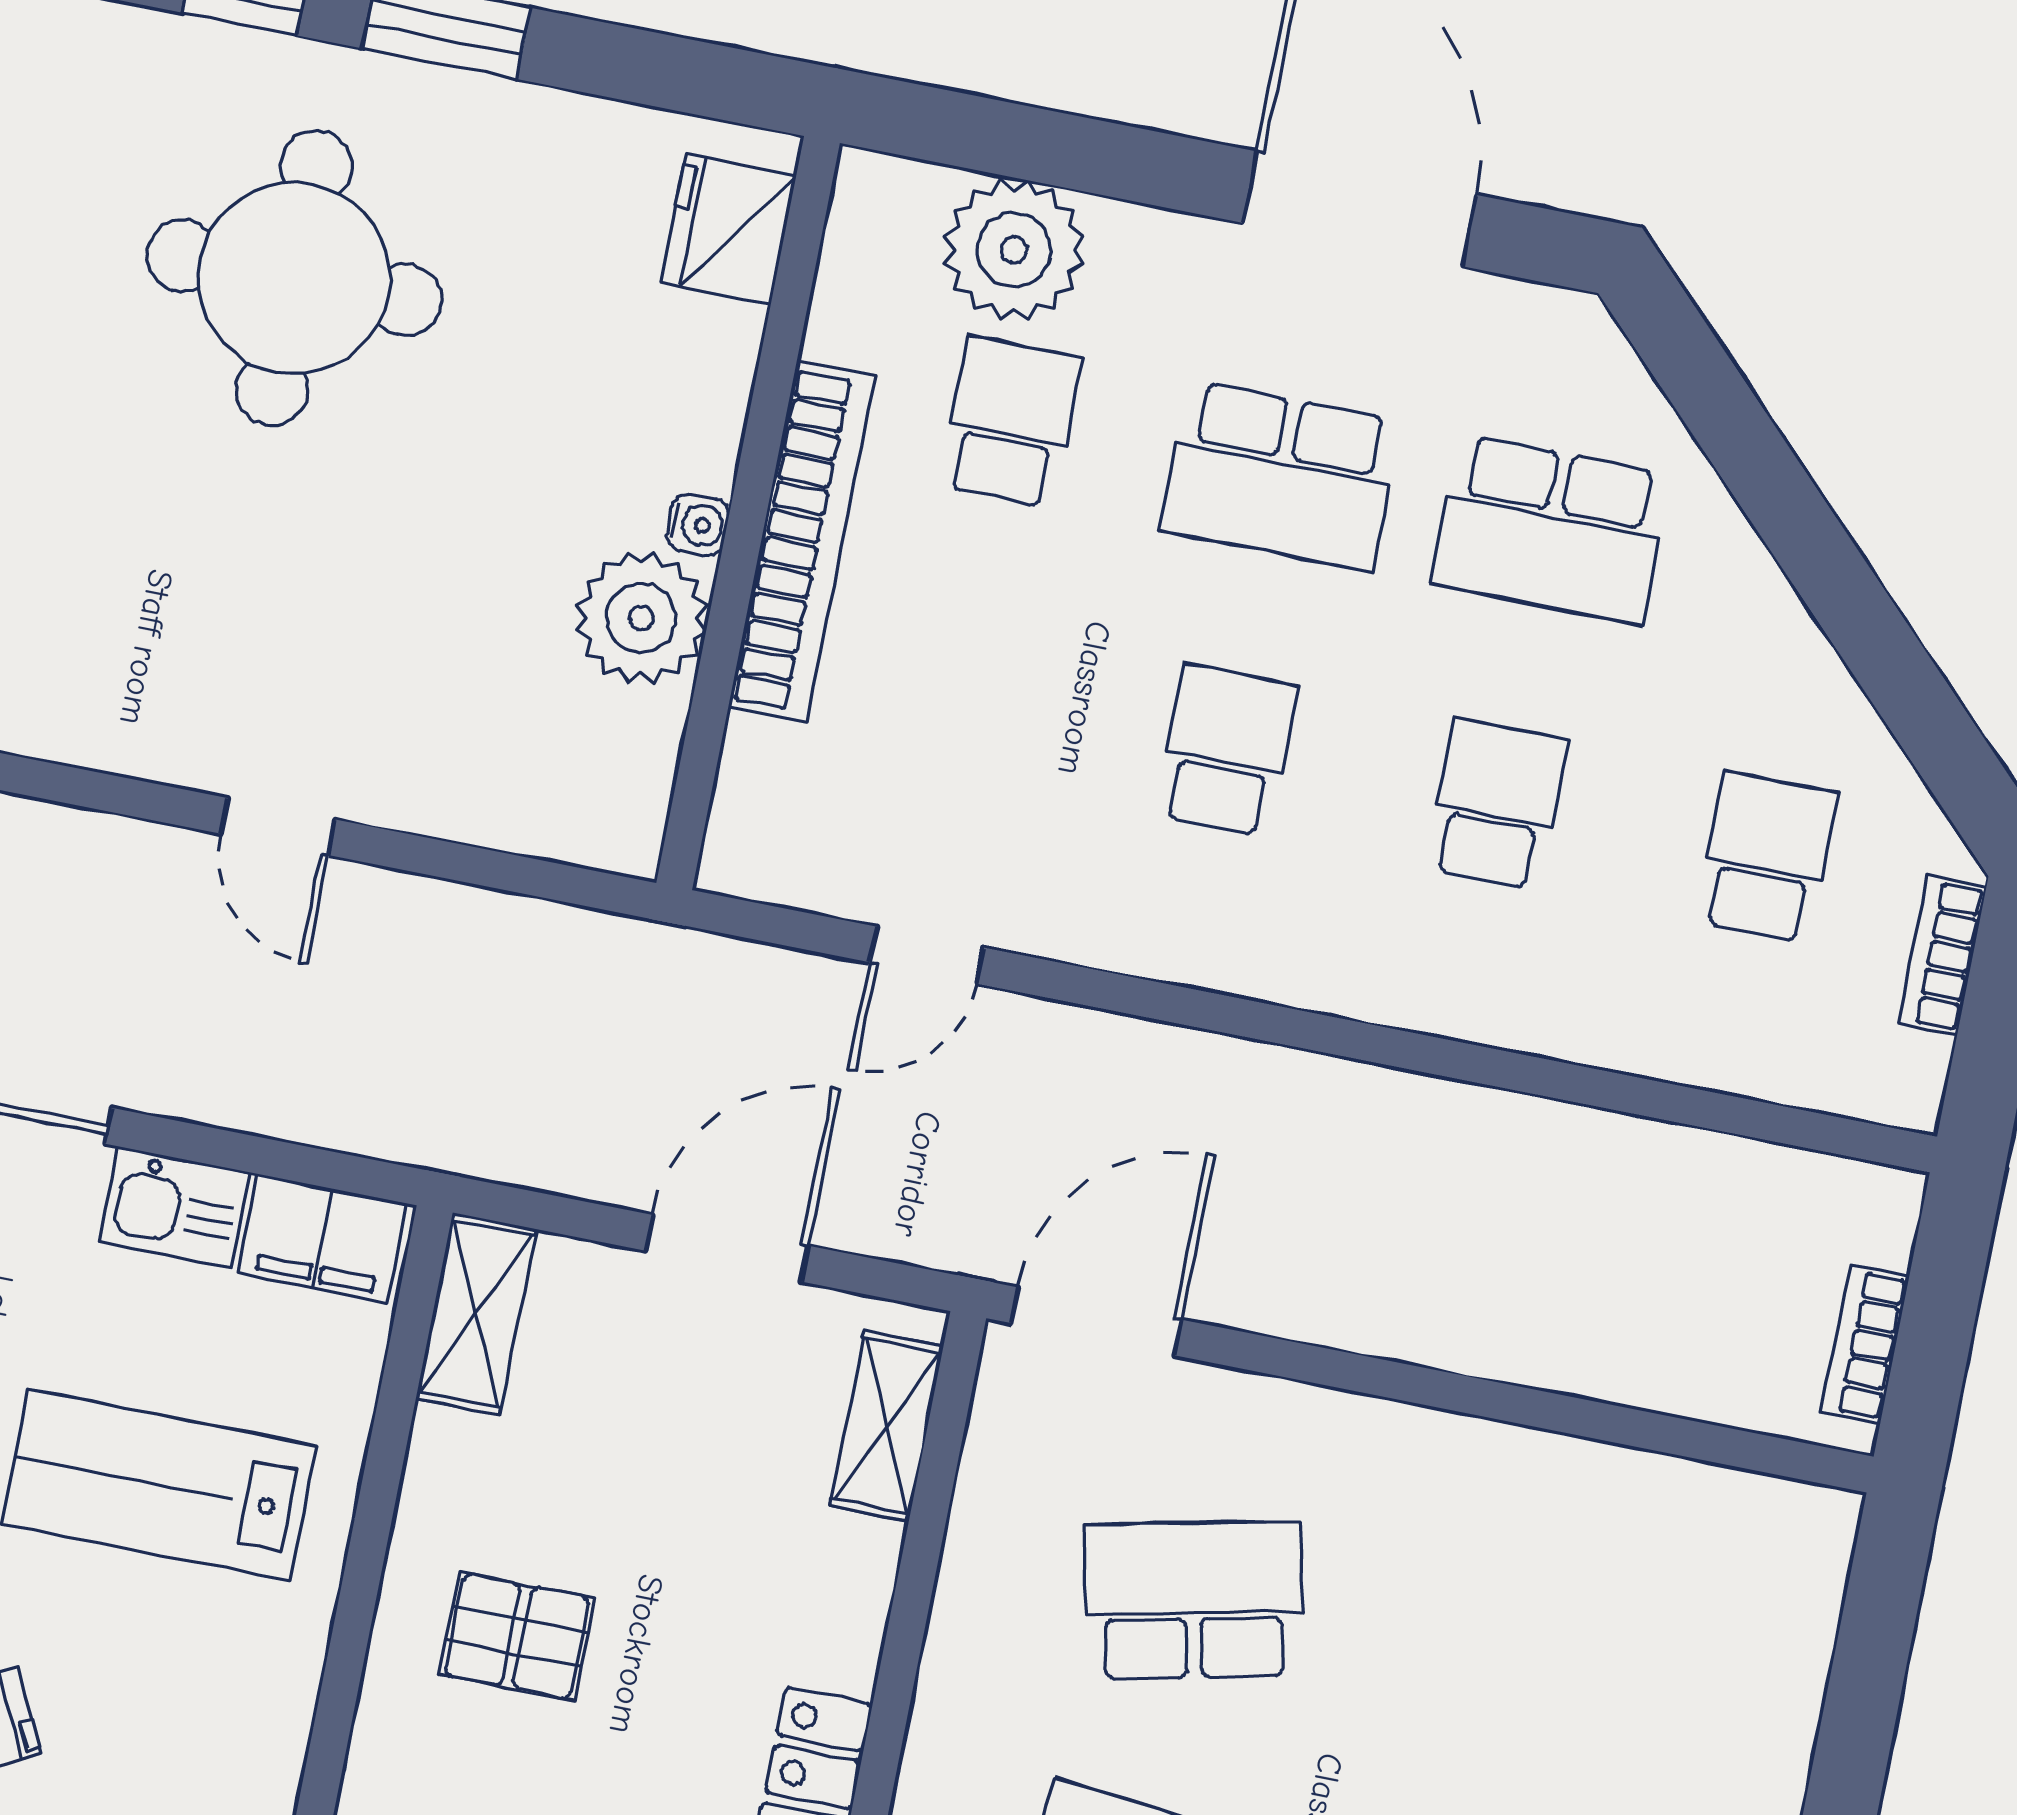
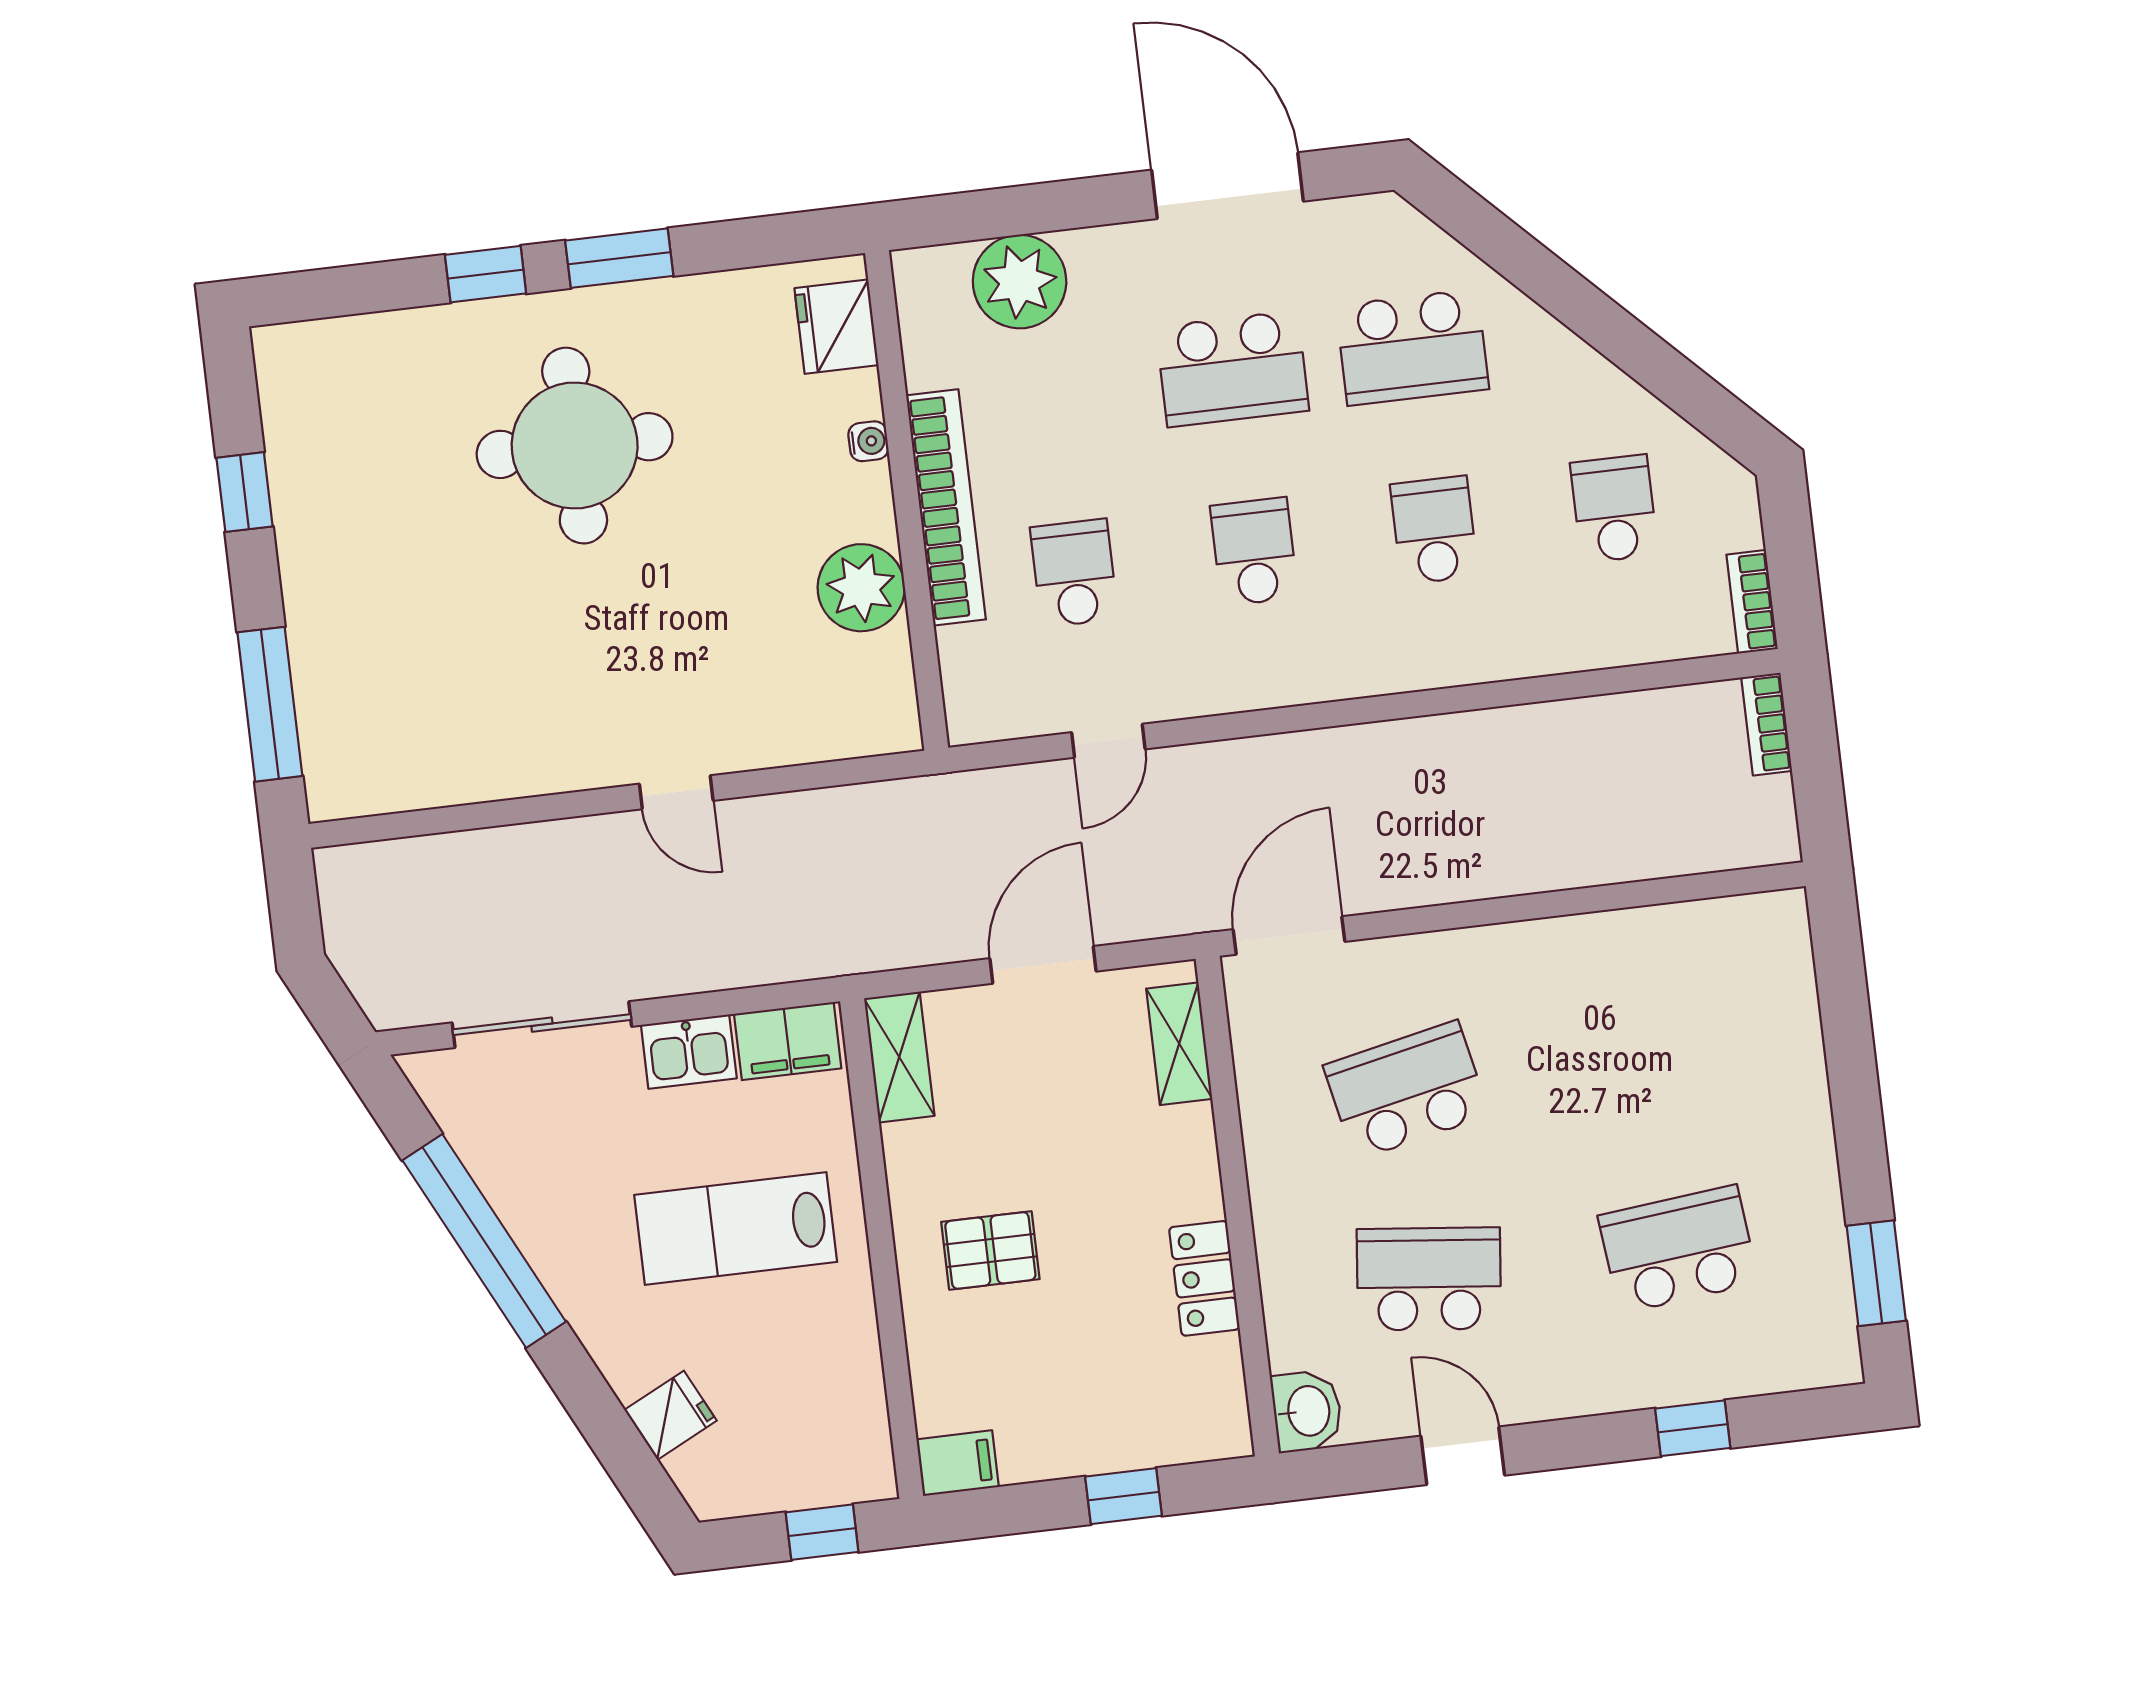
school desk: (1010, 422) -> (1074, 573), moved
water cooler: (698, 525) -> (868, 441), moved
bookcase: (1942, 955) -> (1752, 602), moved
bookcase: (1865, 1344) -> (1767, 724), moved

